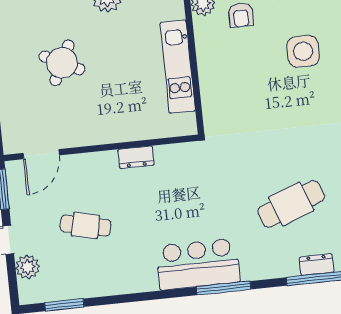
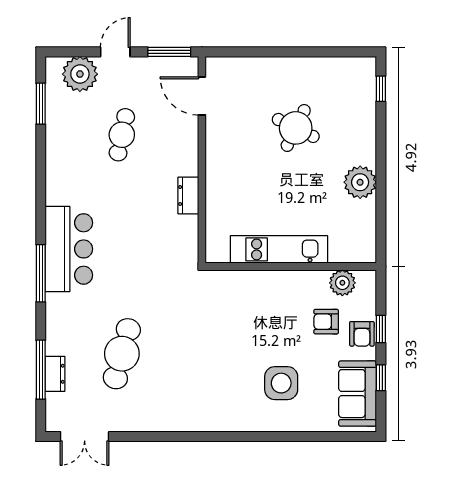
cafe table: (291, 204) -> (122, 354), turned 36
plant: (28, 267) -> (80, 74), width x1.36, depth x1.36

